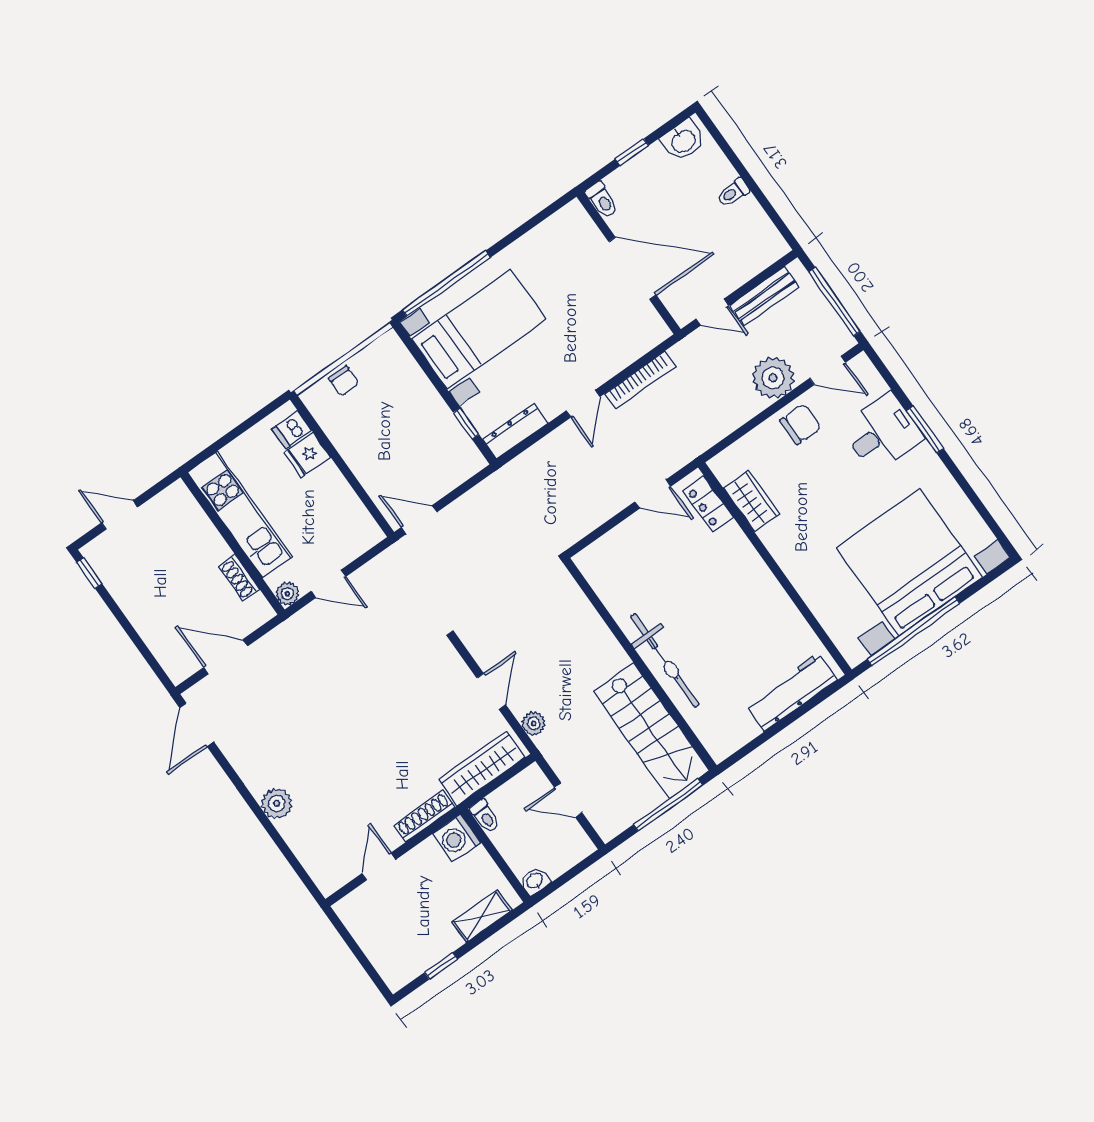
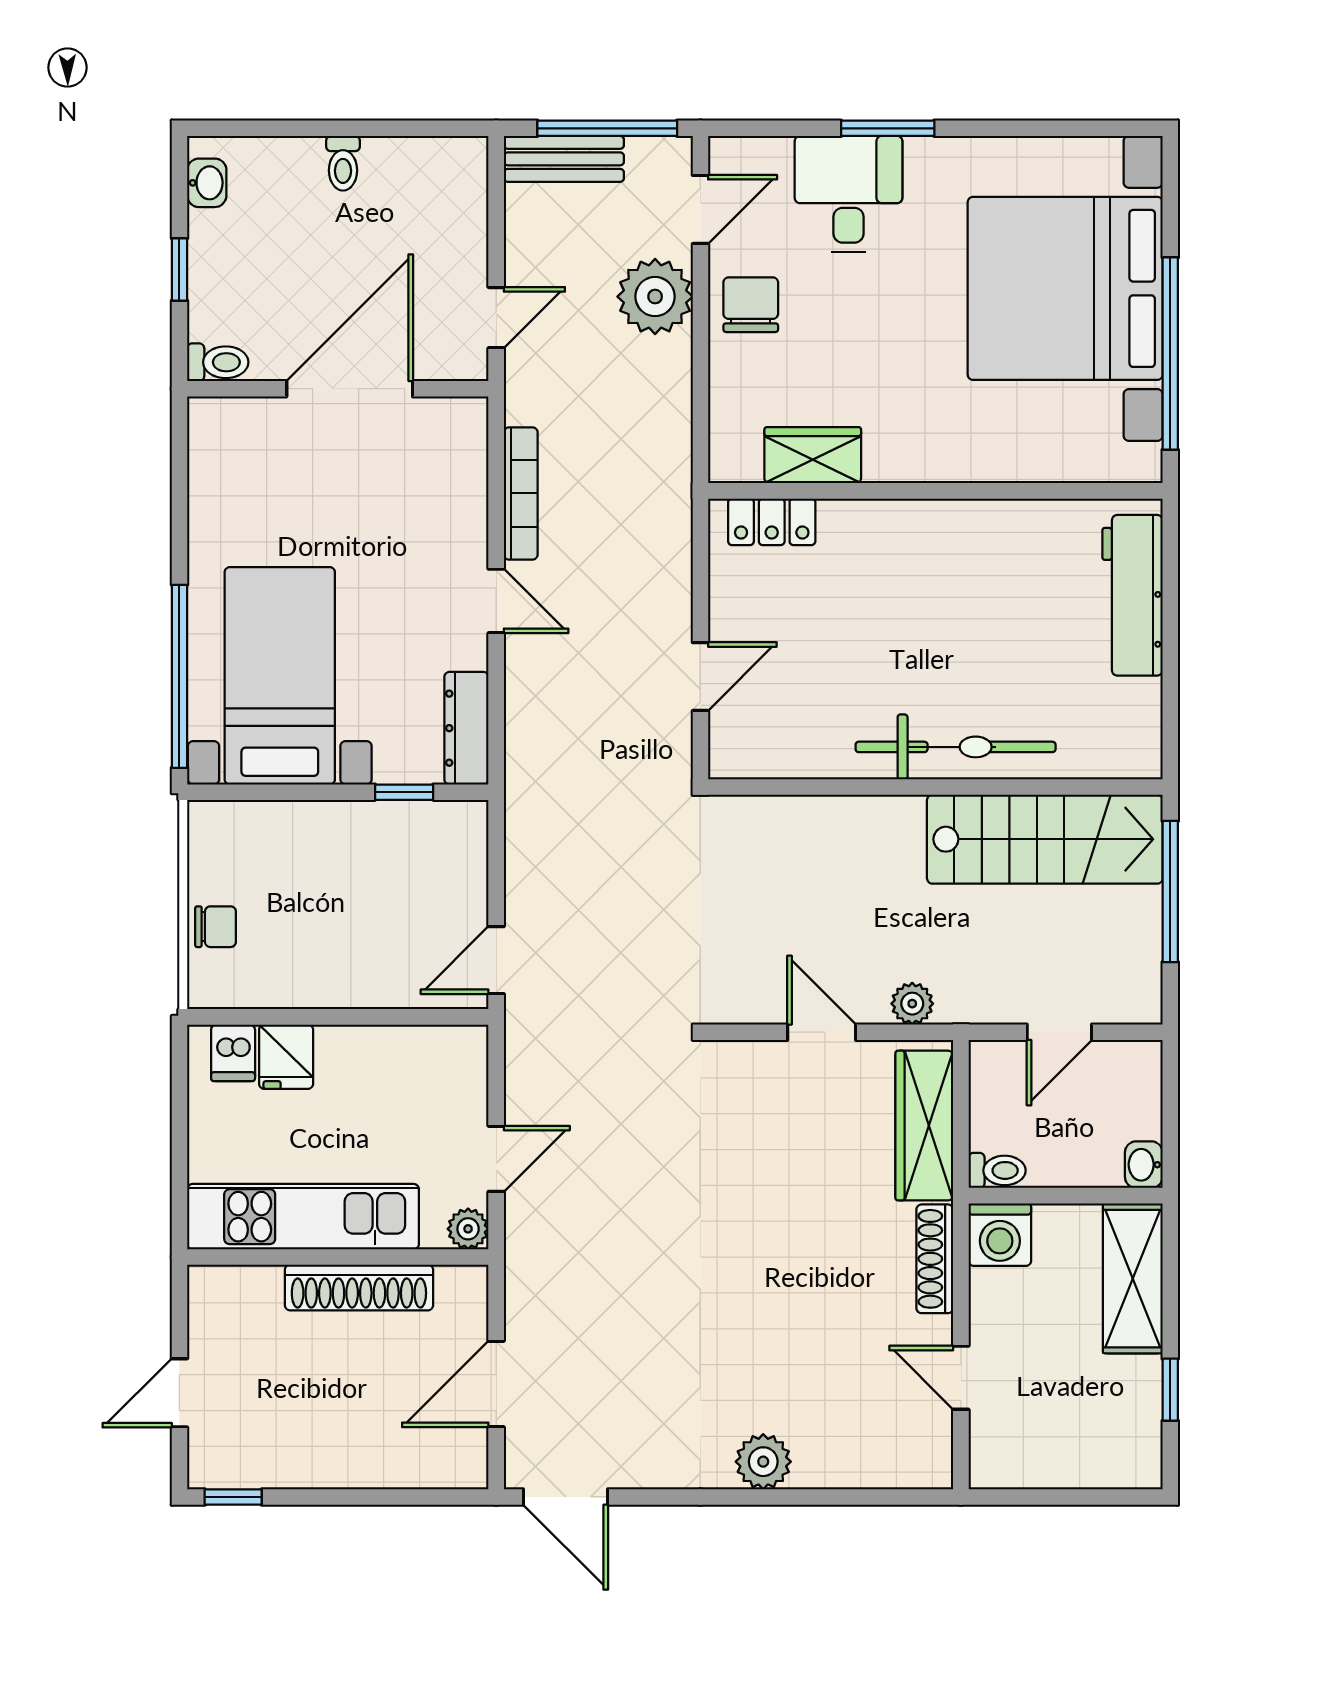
washbasin: (683, 141) -> (207, 183), width x0.72, depth x0.69
bench: (764, 296) -> (564, 159), moved, turned 90
door: (653, 494) -> (700, 677), moved
shoe rack: (239, 578) -> (359, 1287), width x1.94, depth x1.24
shelving: (482, 916) -> (1133, 1279), width x1.50, depth x1.33

